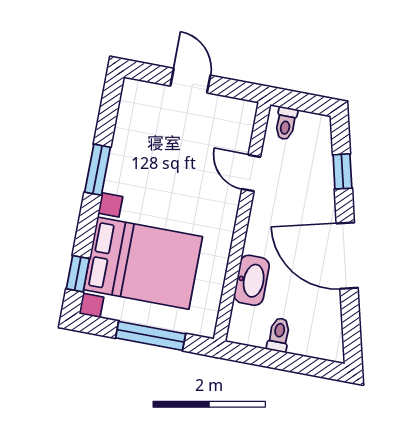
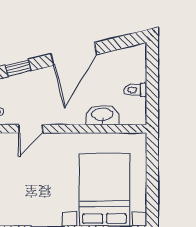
window: (151, 336) -> (152, 175), removed

